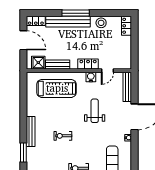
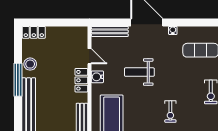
window: (76, 13) -> (18, 80), moved

